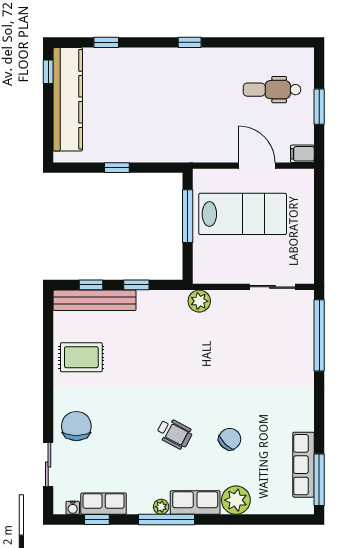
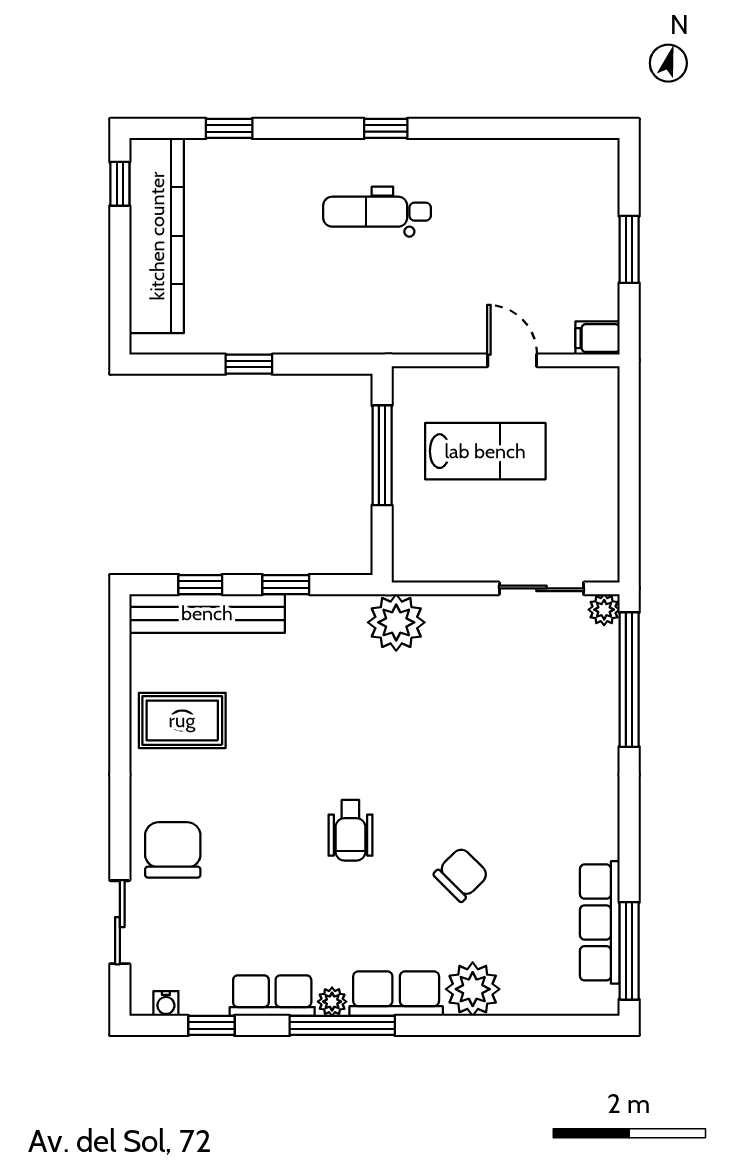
dental chair: (272, 90) -> (377, 212), moved
door: (257, 166) -> (512, 360), width x0.73
lab bench: (243, 214) -> (485, 451), width x0.73, depth x0.72
plant: (306, 298) -> (604, 610), added
plant: (199, 301) -> (396, 622), width x1.36, depth x1.36
wheelchair: (174, 433) -> (350, 830), moved, turned 62
row of seats: (104, 504) -> (272, 996), moved

